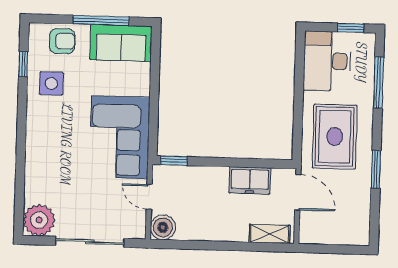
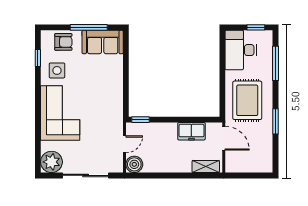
corner sofa: (120, 137) -> (60, 113), moved, turned 180
door: (149, 197) -> (125, 144), swing flipped

